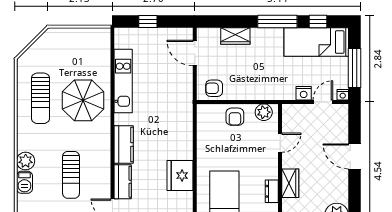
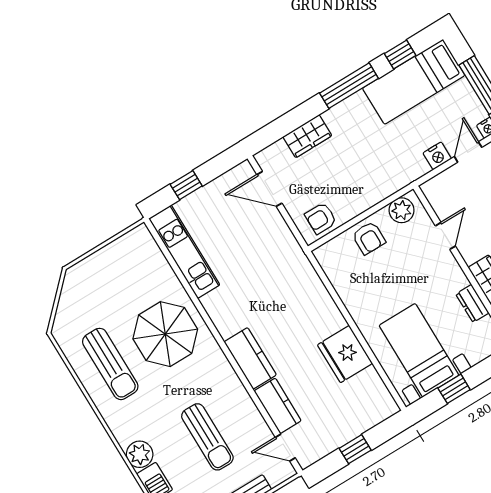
kitchen unit: (123, 81) -> (184, 252), moved

